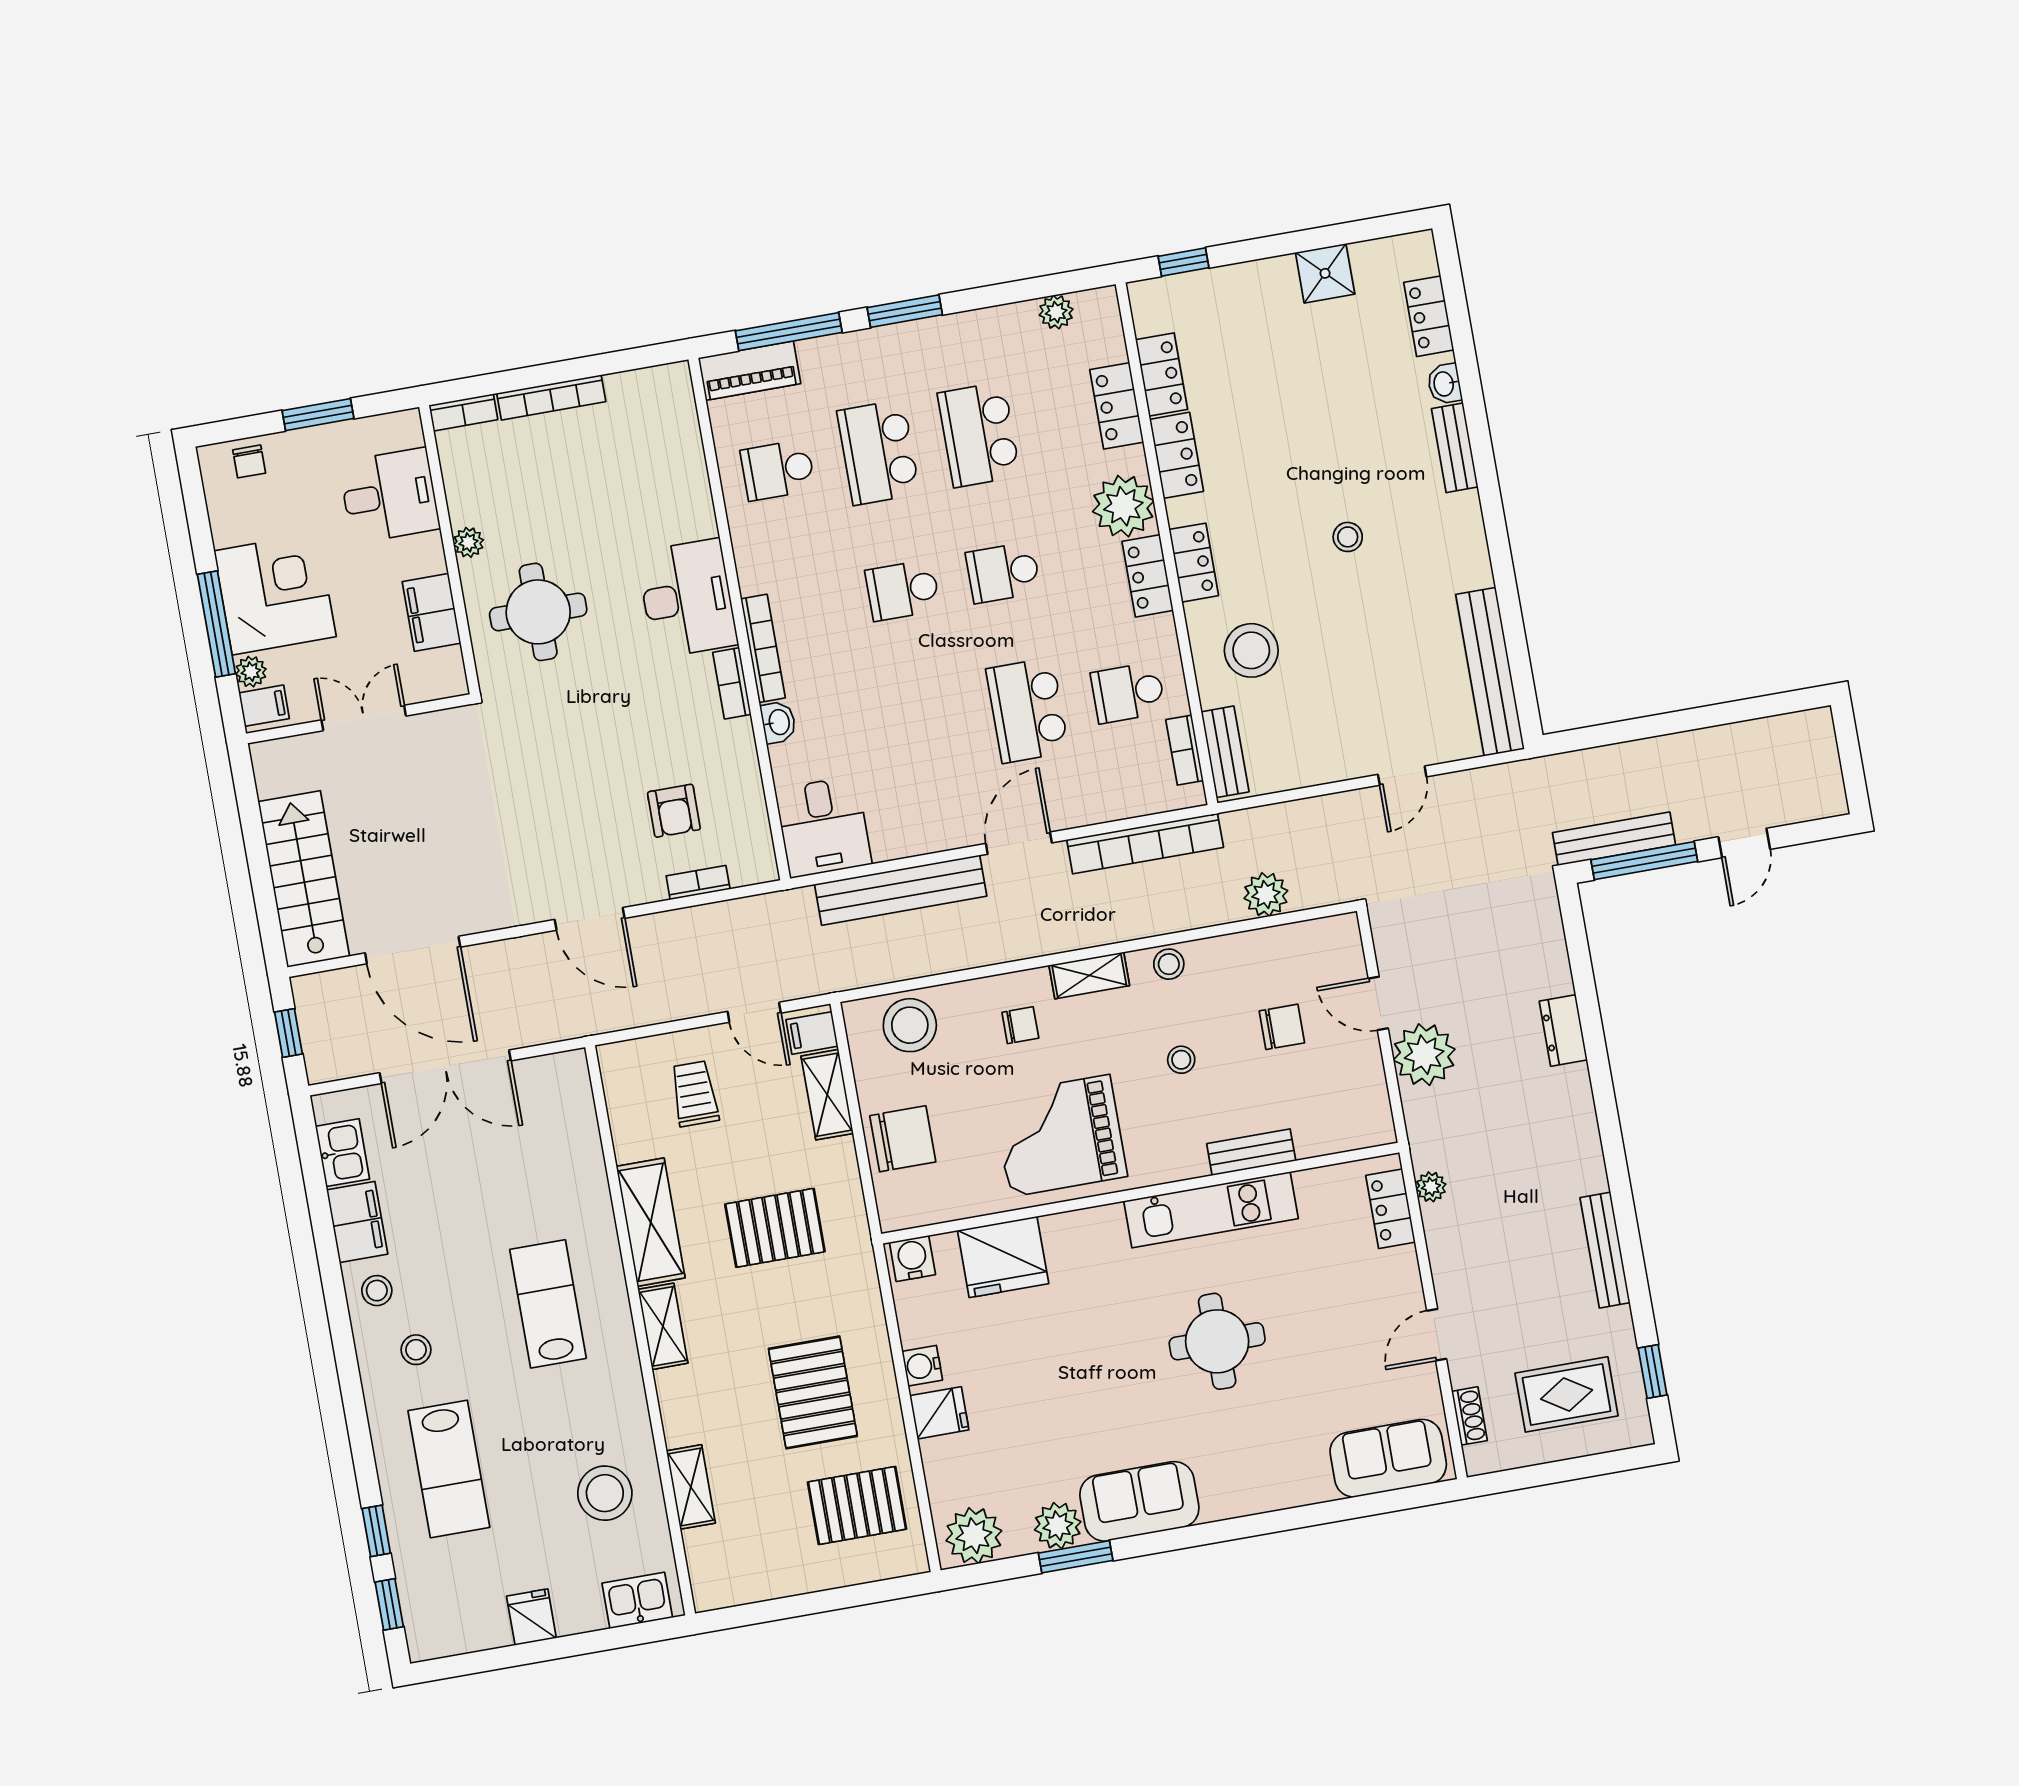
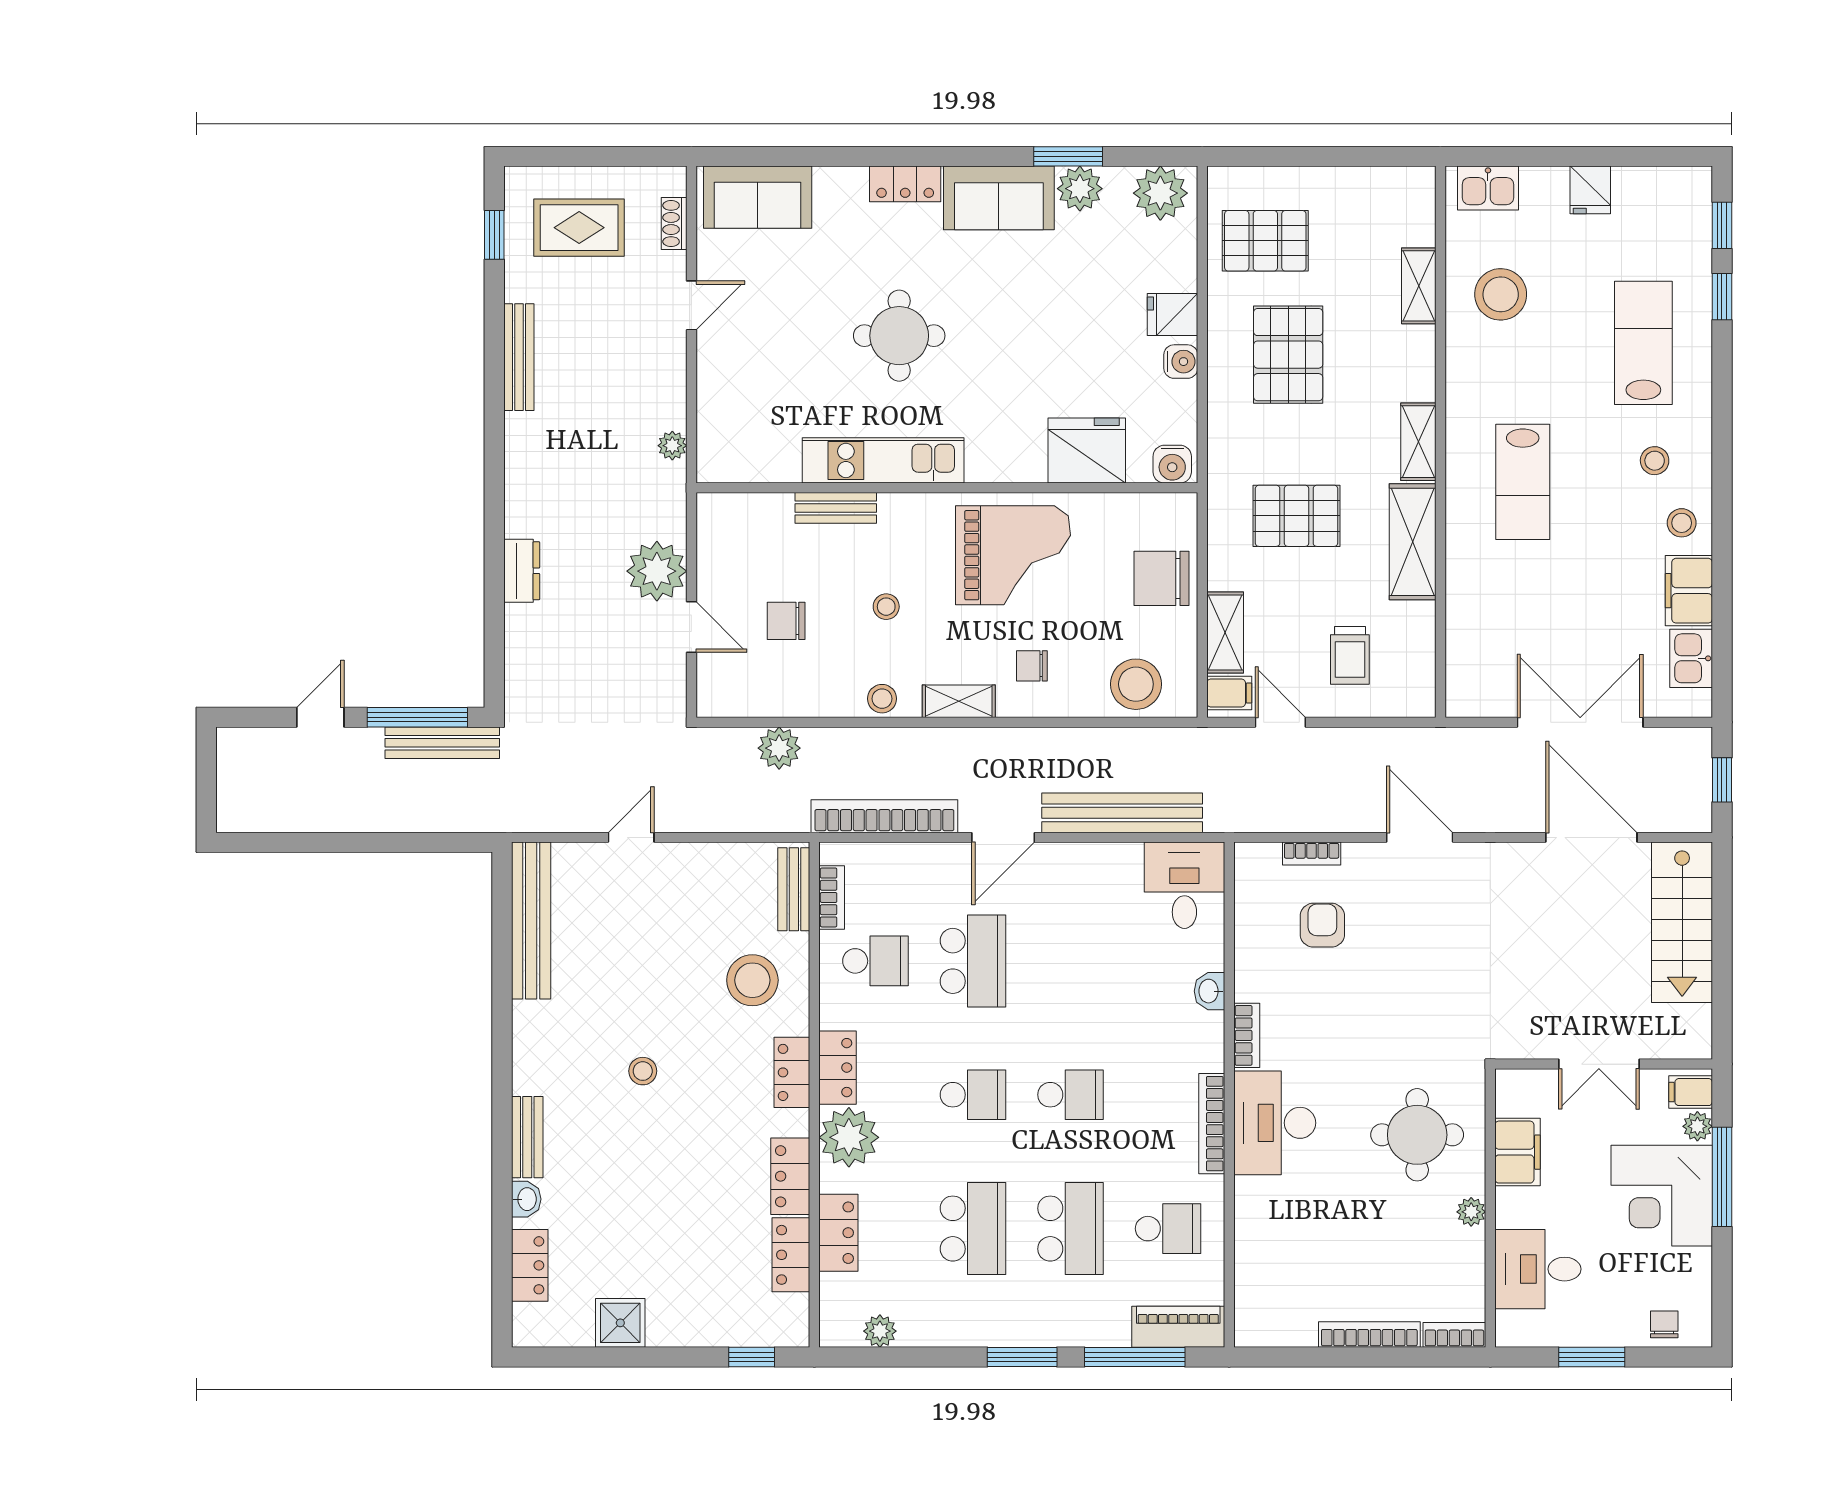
bookcase: (763, 648) -> (1212, 1124), moved
locker: (1391, 1209) -> (905, 184), moved, turned 90

